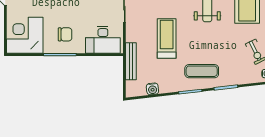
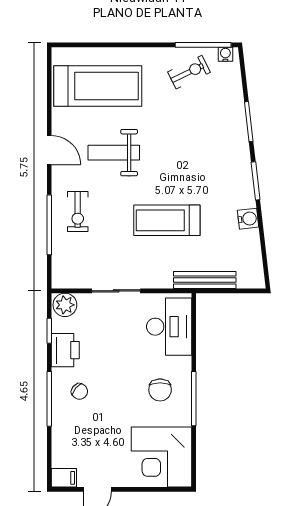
chair: (65, 34) -> (160, 390), turned 180
exercise mat: (202, 71) -> (221, 162), removed
water cooler: (152, 89) -> (248, 219), moved

